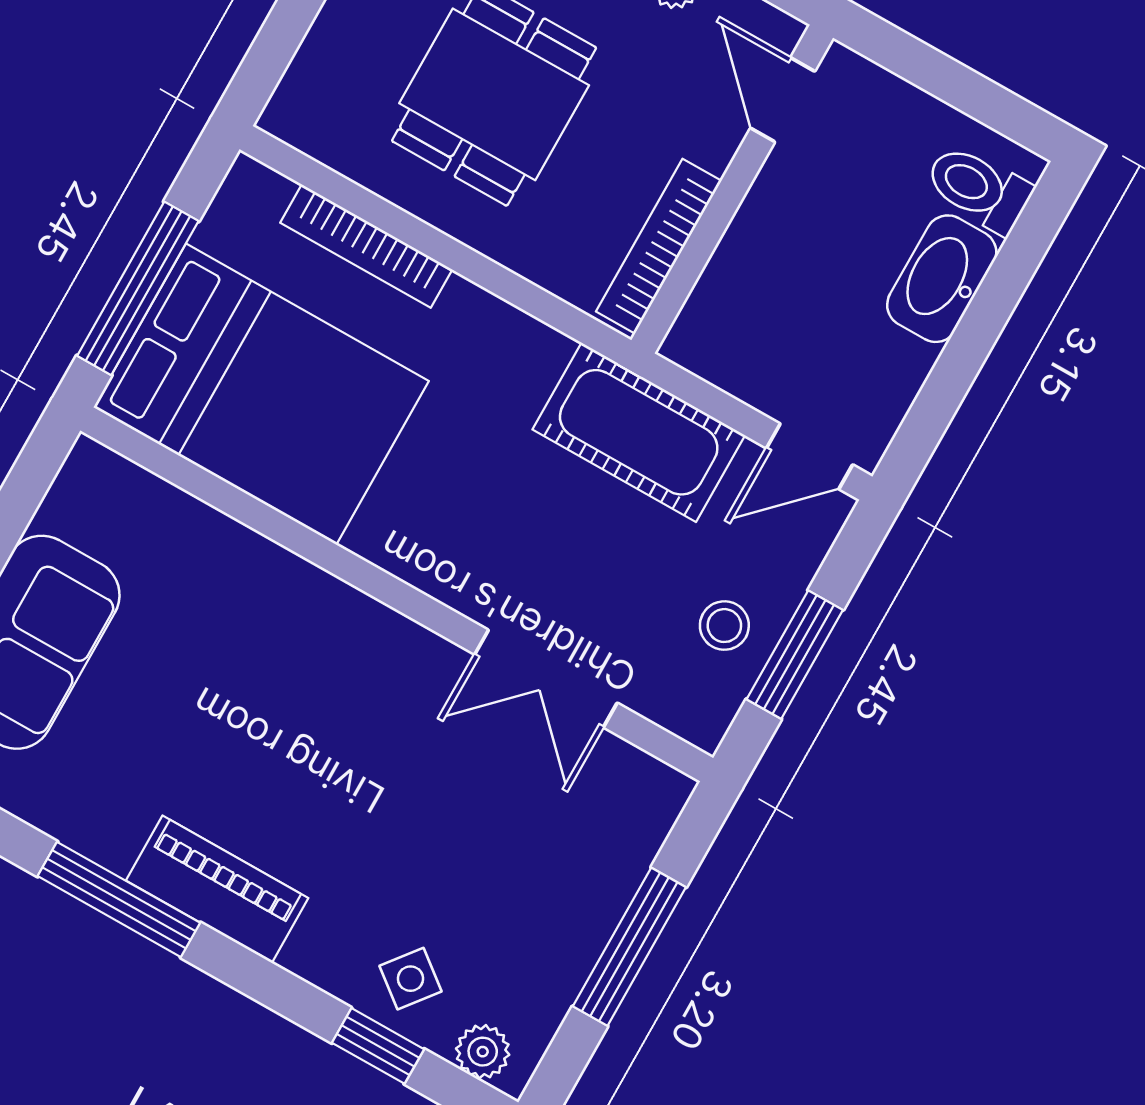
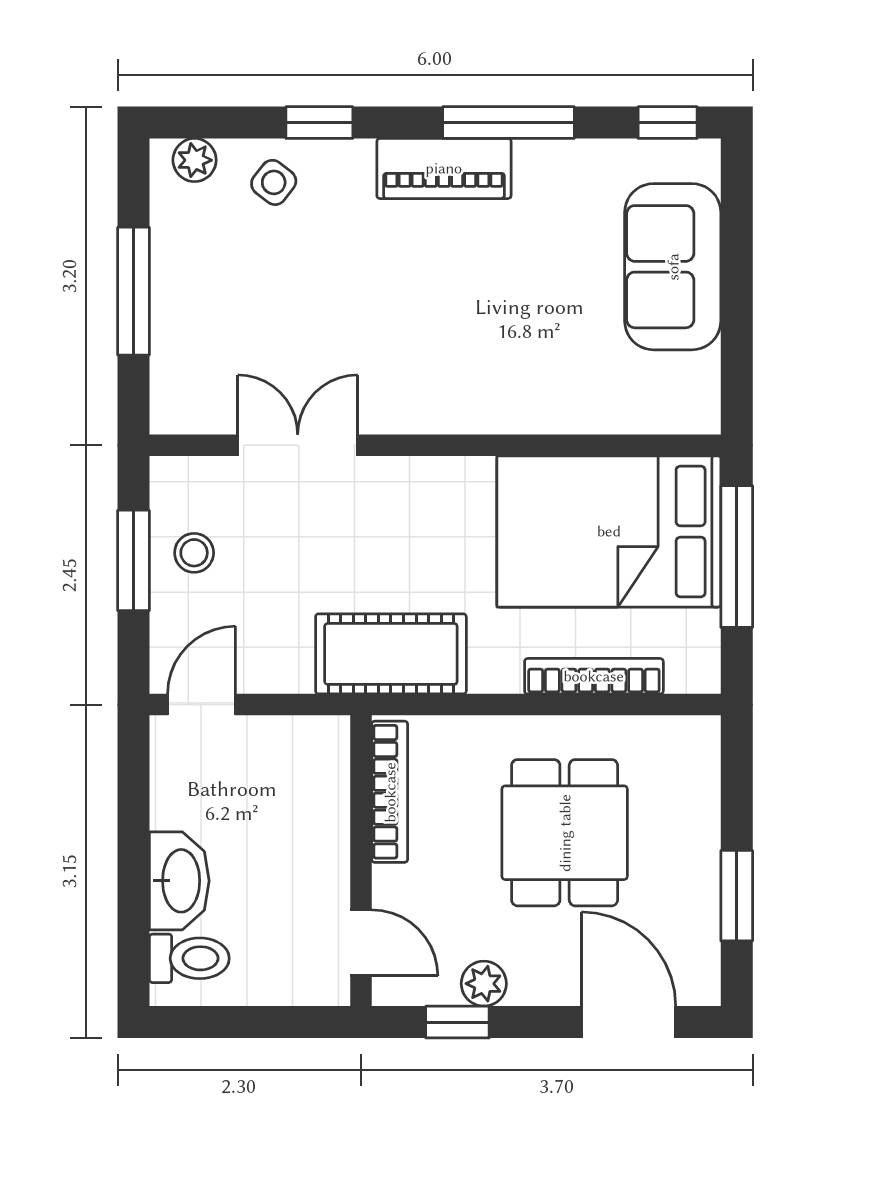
cot: (639, 432) -> (391, 654), moved
window: (378, 1046) -> (319, 123), moved

